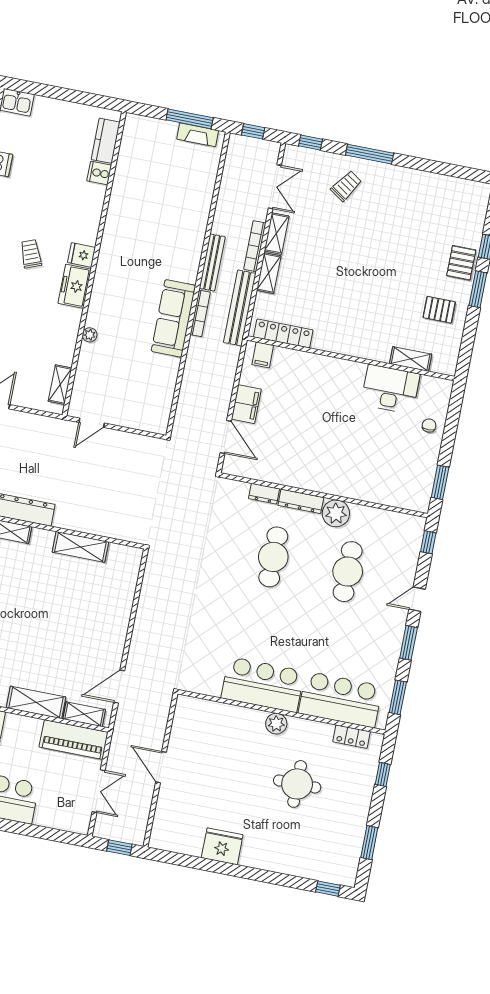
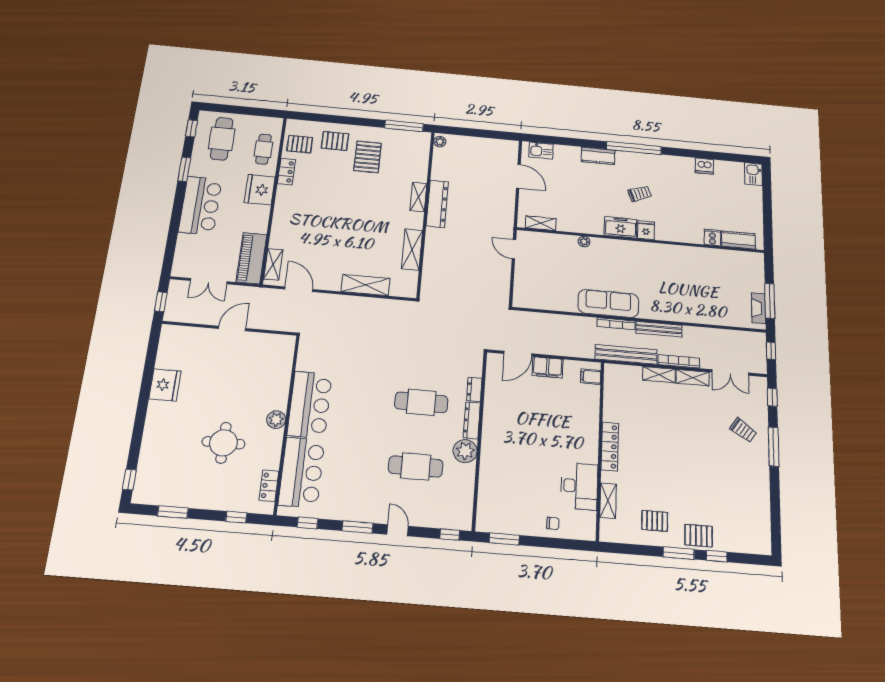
pallet: (439, 310) -> (655, 521), turned 90
locker: (283, 333) -> (610, 447), moved
window: (398, 697) -> (308, 523), width x0.67
shelving: (36, 702) -> (366, 285), moved, turned 90

